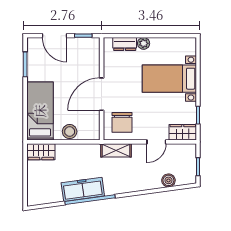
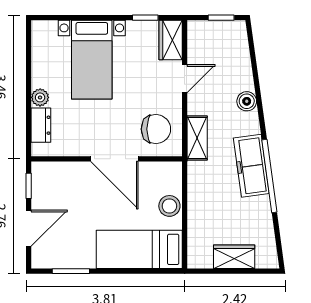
door: (156, 142) -> (185, 79), hinge flipped
wardrobe: (41, 152) -> (234, 257), moved, turned -90
boiler: (168, 180) -> (247, 101), moved
freezer: (83, 189) -> (251, 166), moved

